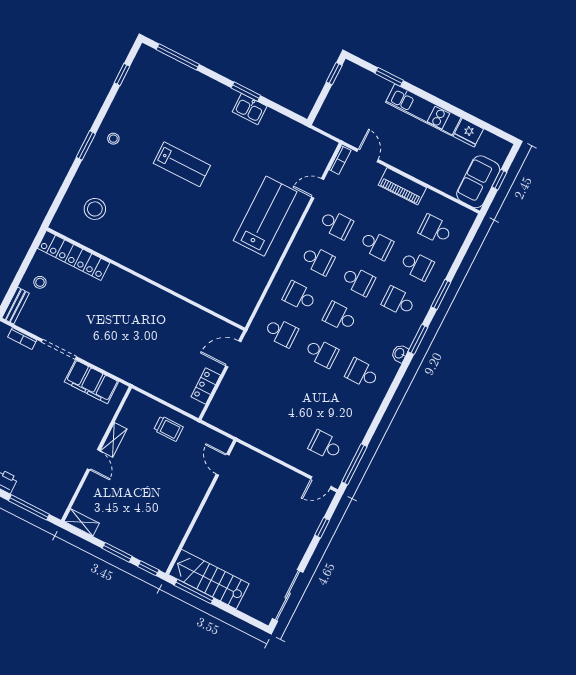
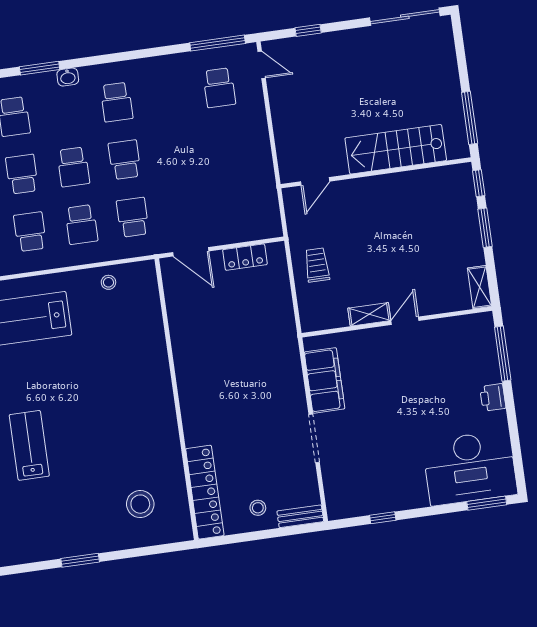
stool: (113, 139) -> (108, 282), moved
bookcase: (22, 339) -> (330, 485), removed
stairs: (209, 579) -> (396, 149), moved, turned 90

